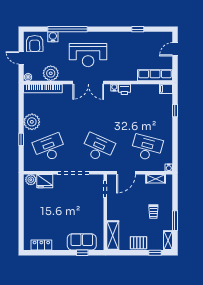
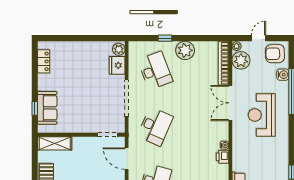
plant: (51, 73) -> (241, 60), moved
double door: (88, 83) -> (230, 103), moved

